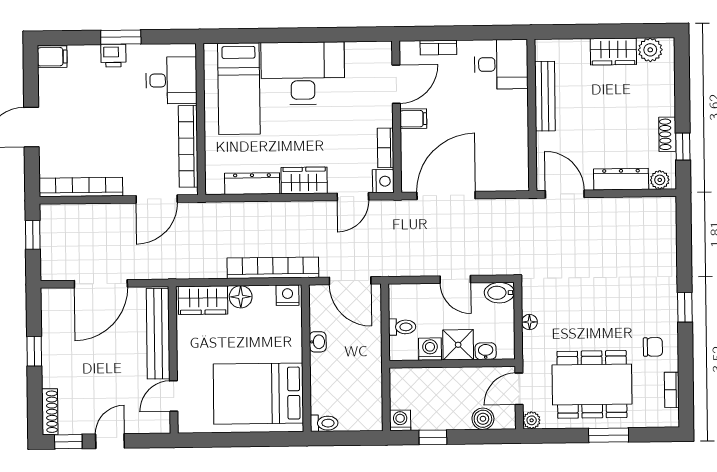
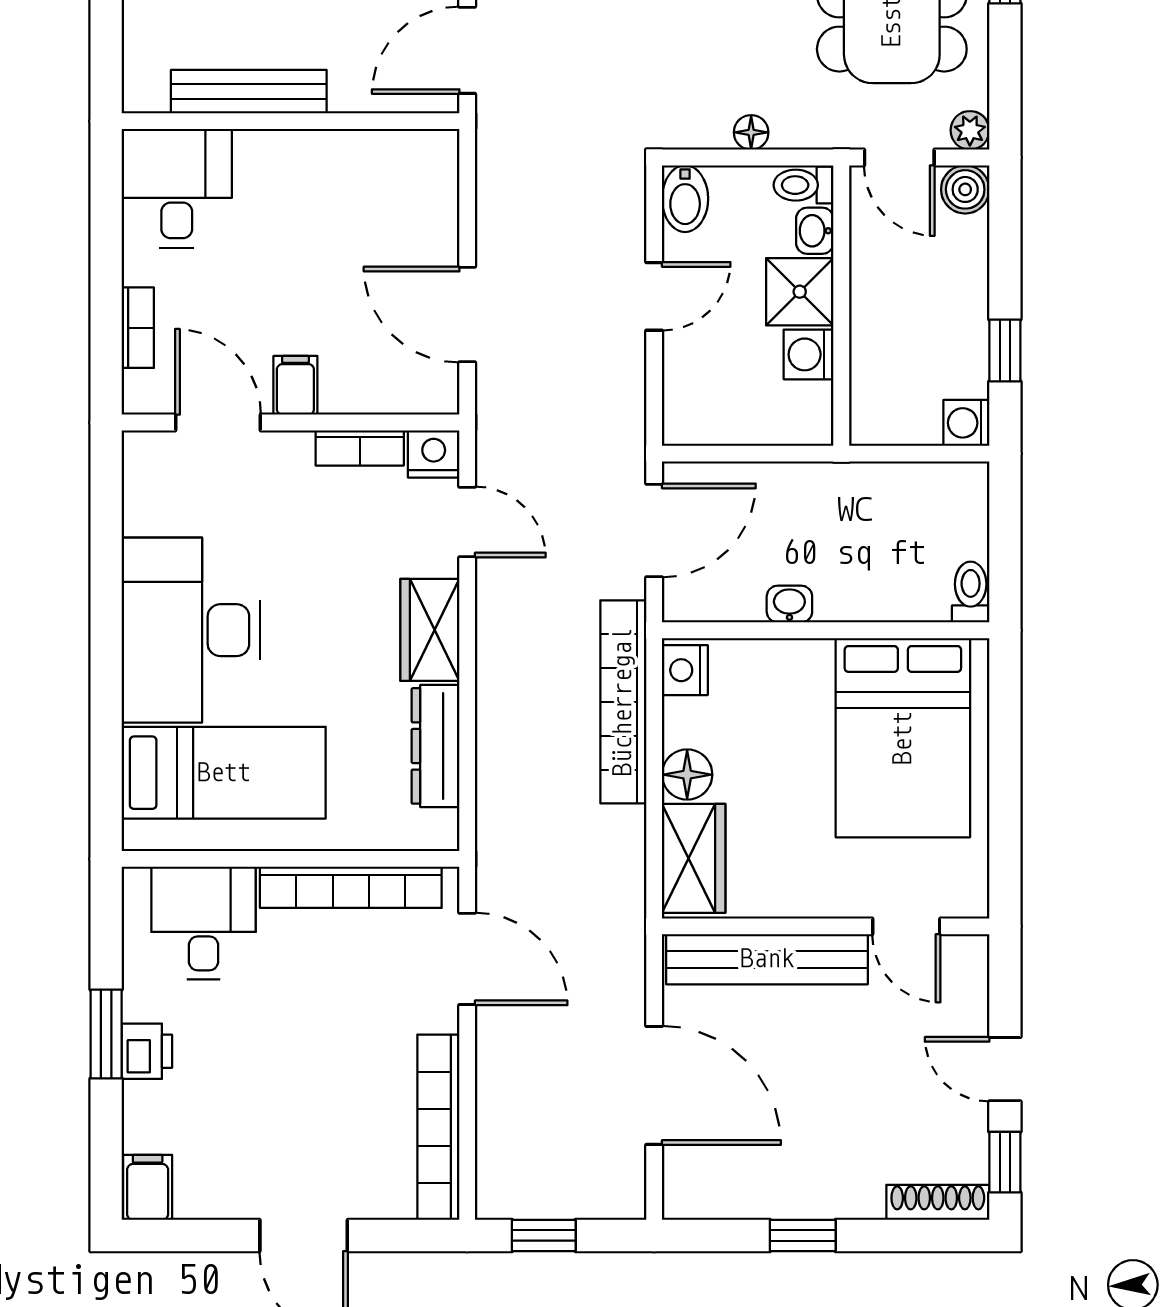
door: (446, 195) -> (467, 315), width x0.73
toilet: (402, 327) -> (803, 185), moved, turned -90
boiler: (483, 419) -> (965, 189), moved

